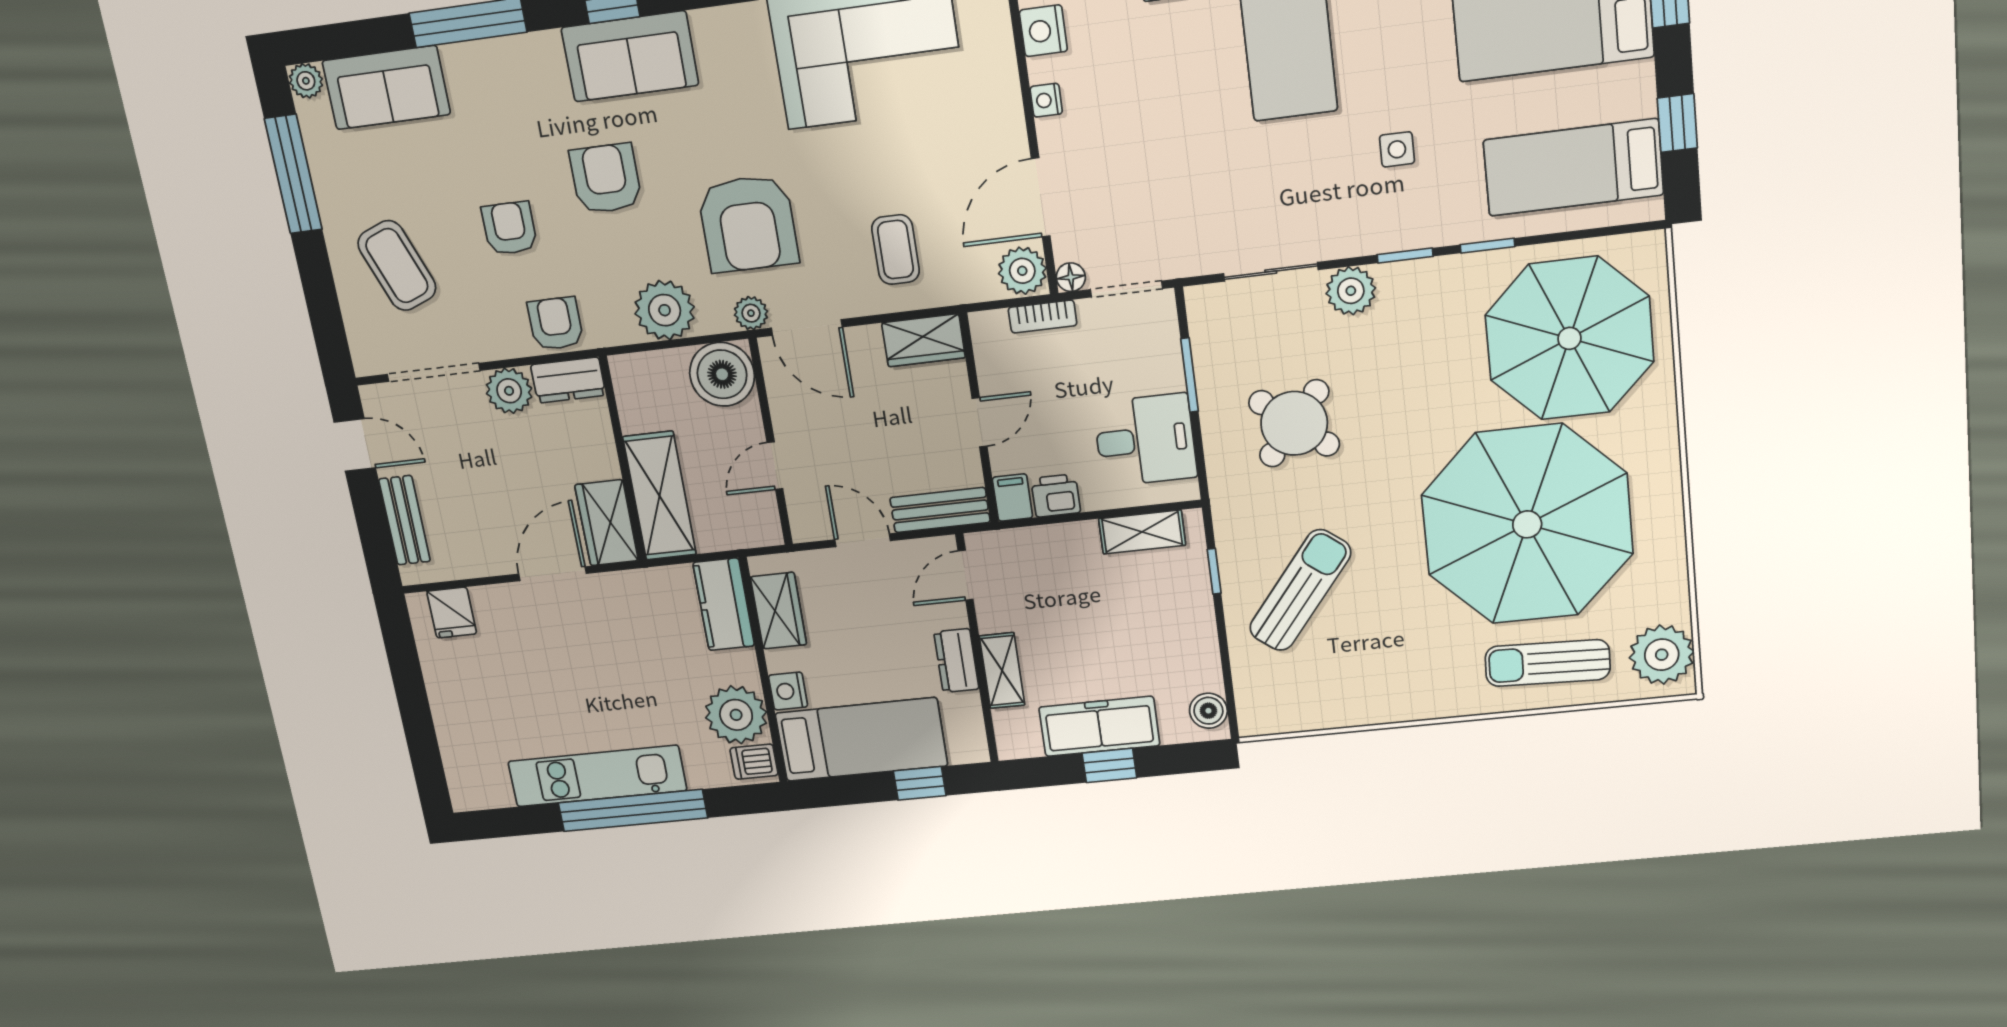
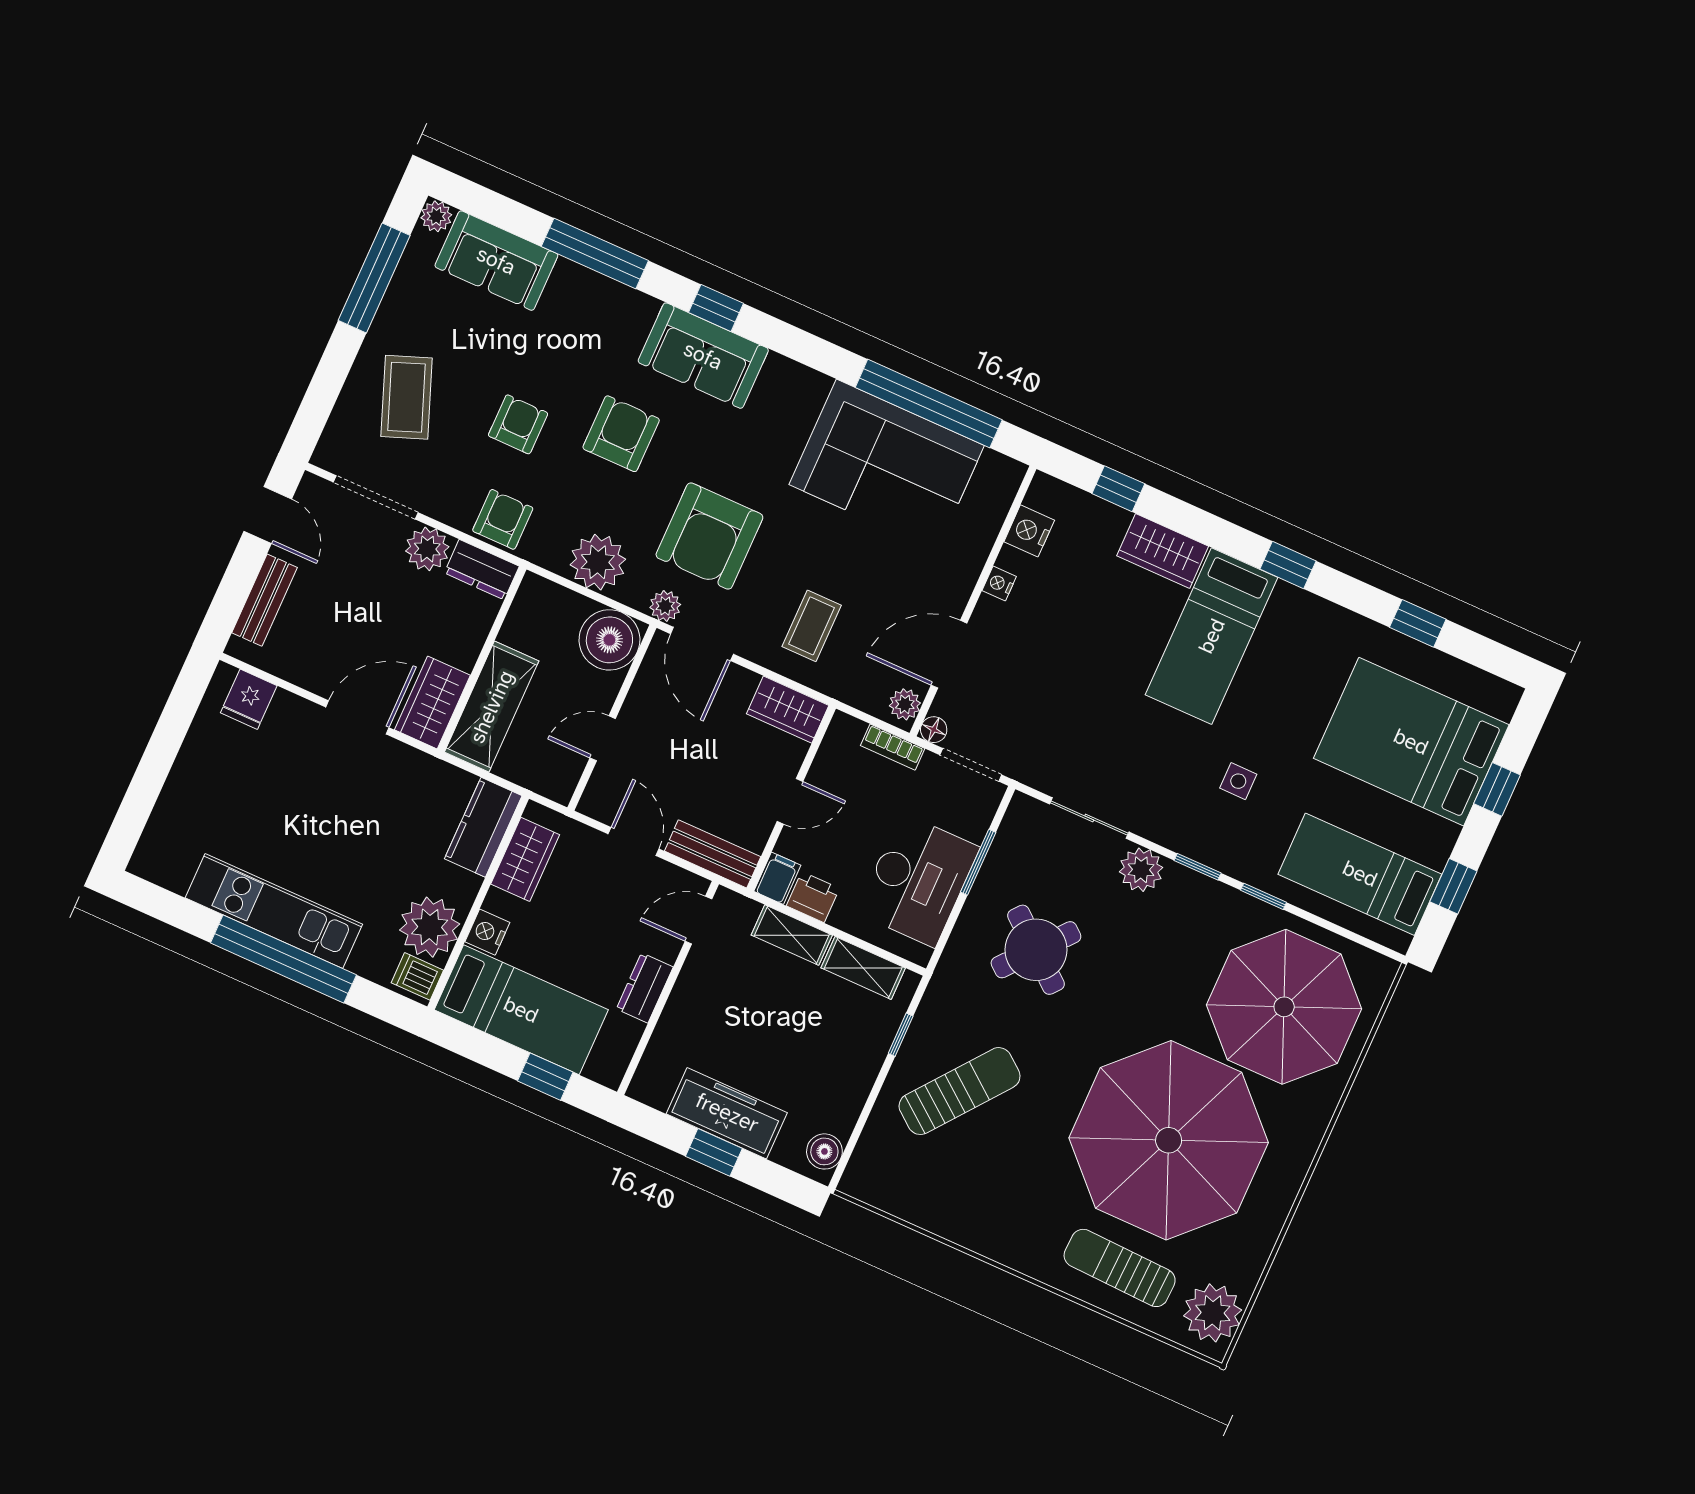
plant: (1022, 271) -> (905, 704), width x0.73, depth x0.73
desk: (1145, 440) -> (918, 880), width x1.37
shelving: (1002, 671) -> (792, 935), moved, turned 90

